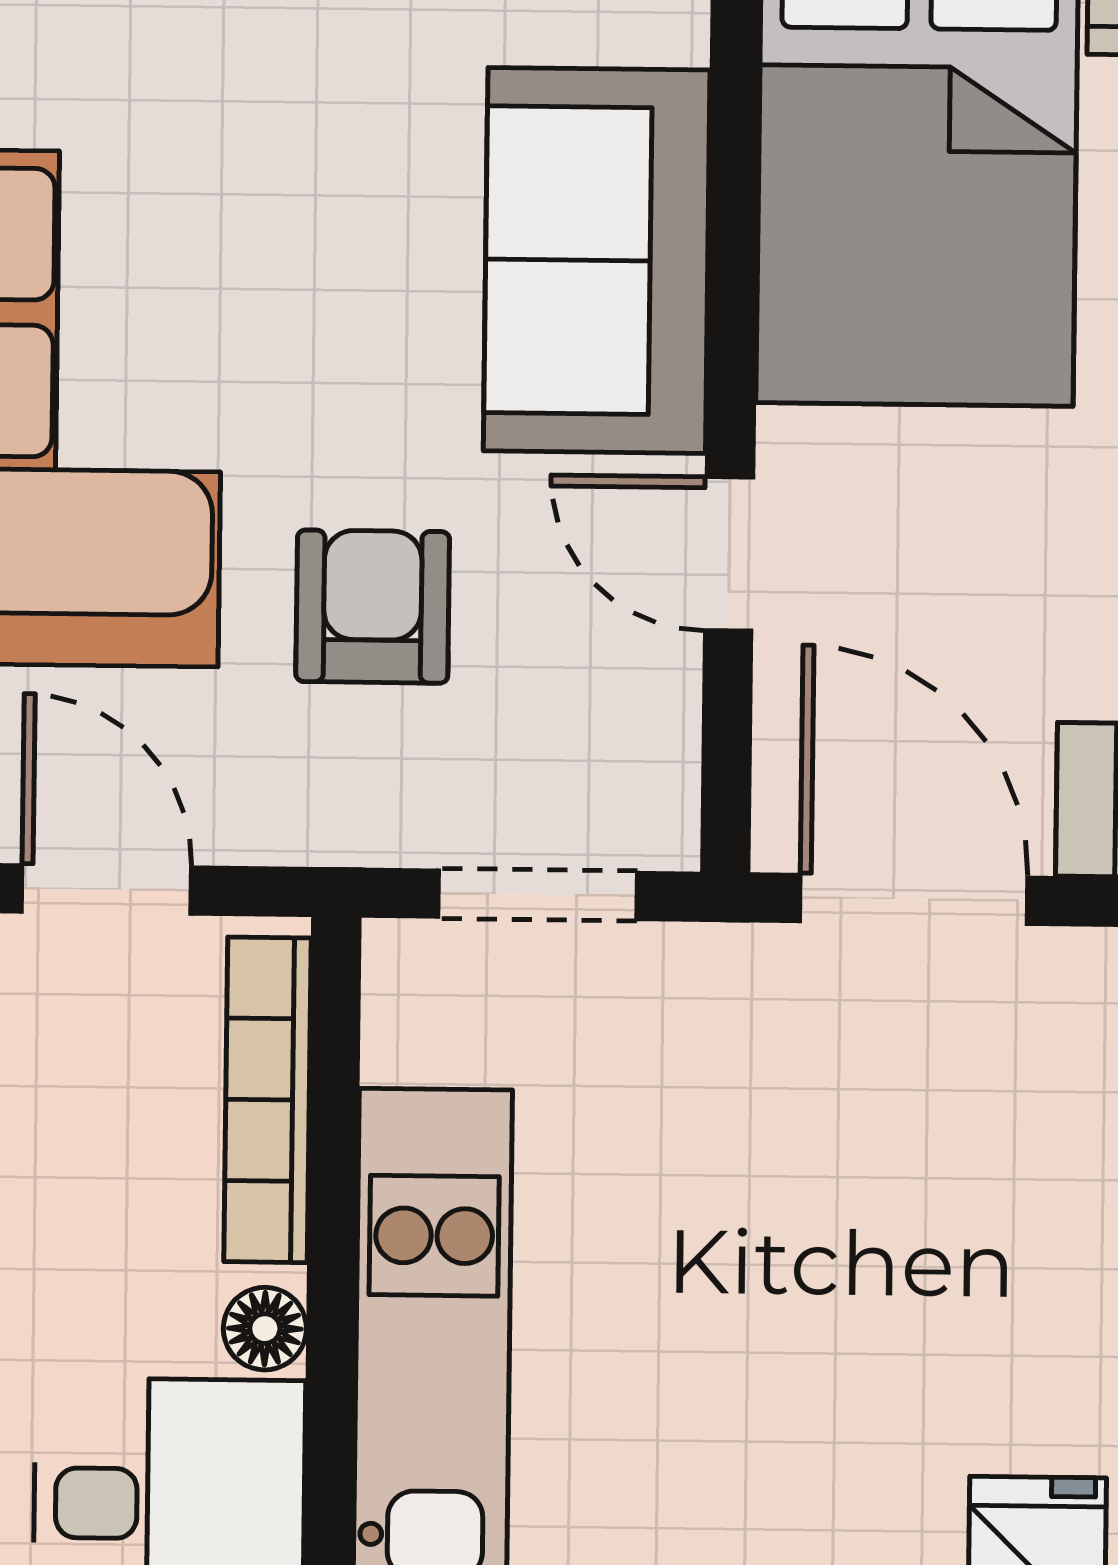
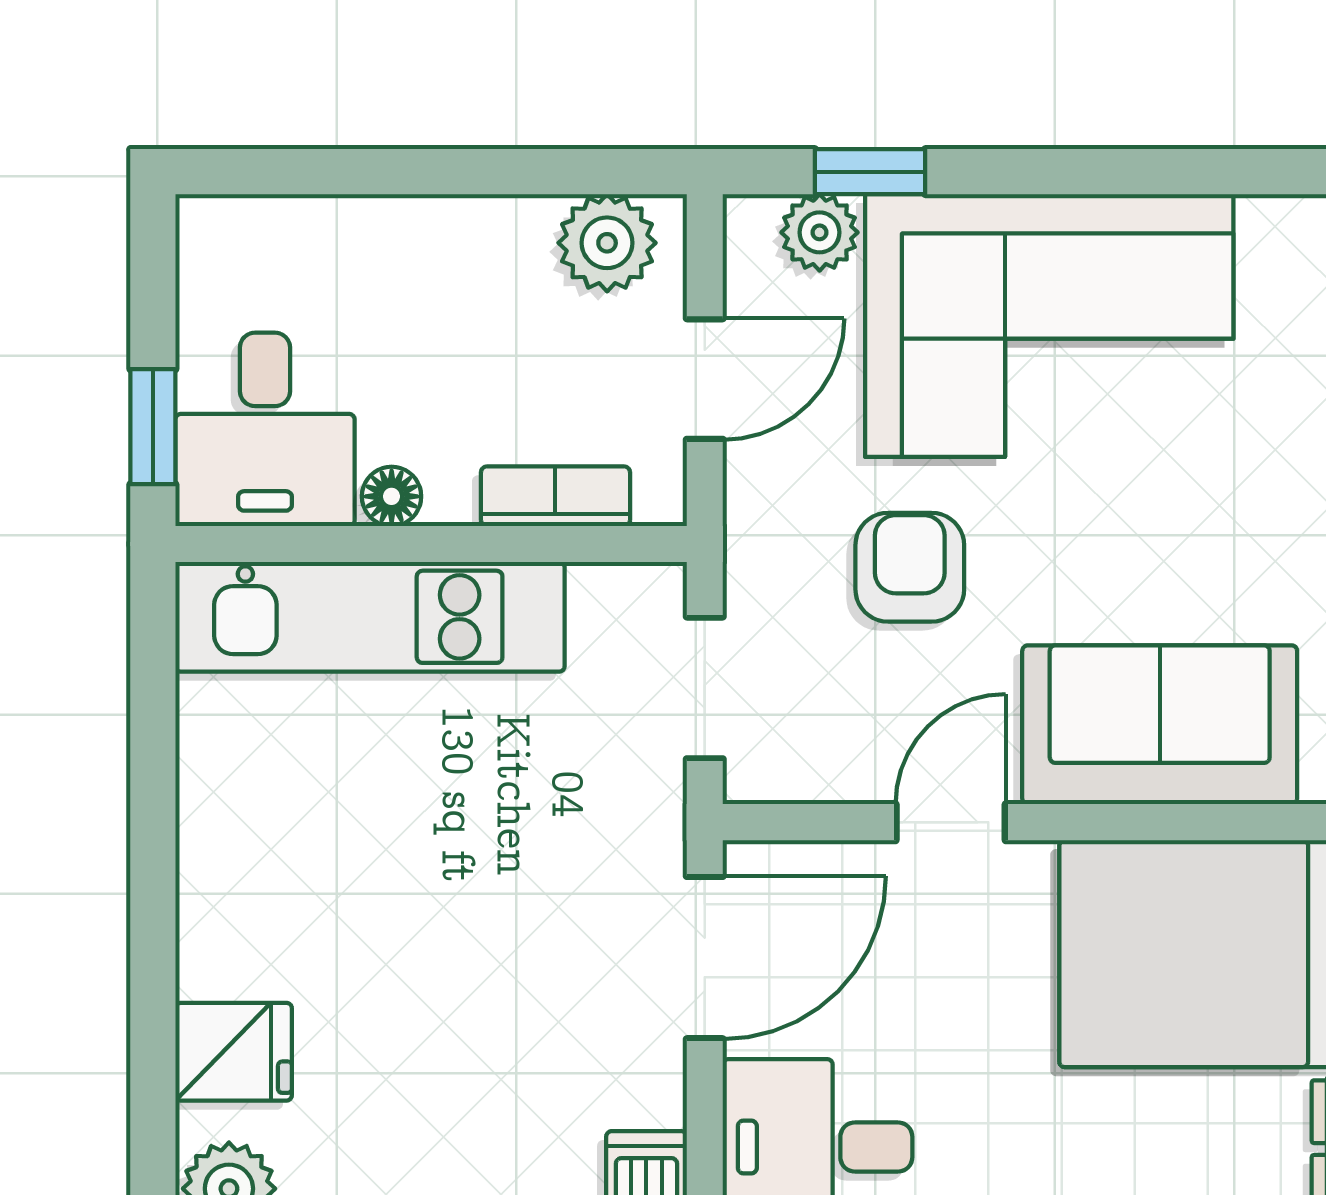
armchair: (373, 607) -> (910, 567), turned -90
bookcase: (267, 1100) -> (555, 496), width x0.64

